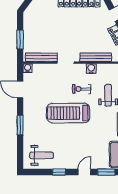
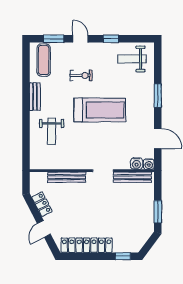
window: (20, 39) -> (158, 212), moved
water cooler: (91, 69) -> (137, 164), moved
exercise bike: (82, 89) -> (81, 75), moved
door: (84, 172) -> (80, 39), swing flipped

